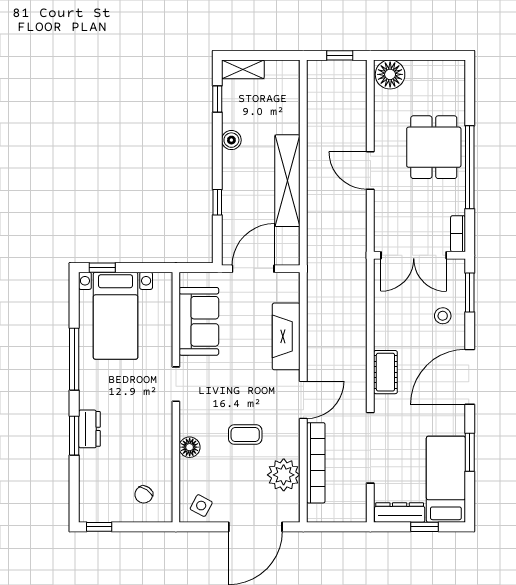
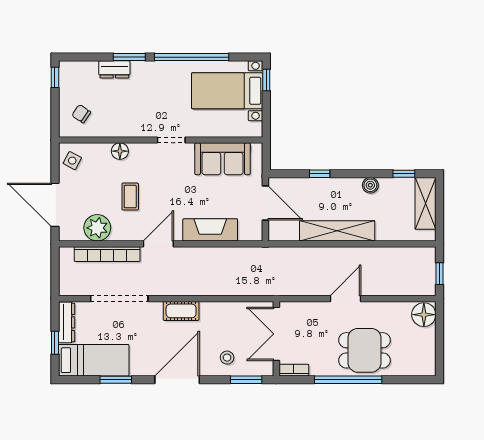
shelving: (243, 69) -> (425, 203), width x1.50, depth x1.33
window: (74, 359) -> (192, 57), width x1.46
door: (470, 377) -> (177, 380), hinge flipped
door: (303, 400) -> (158, 244), swing flipped
dresser: (89, 429) -> (114, 69), moved

